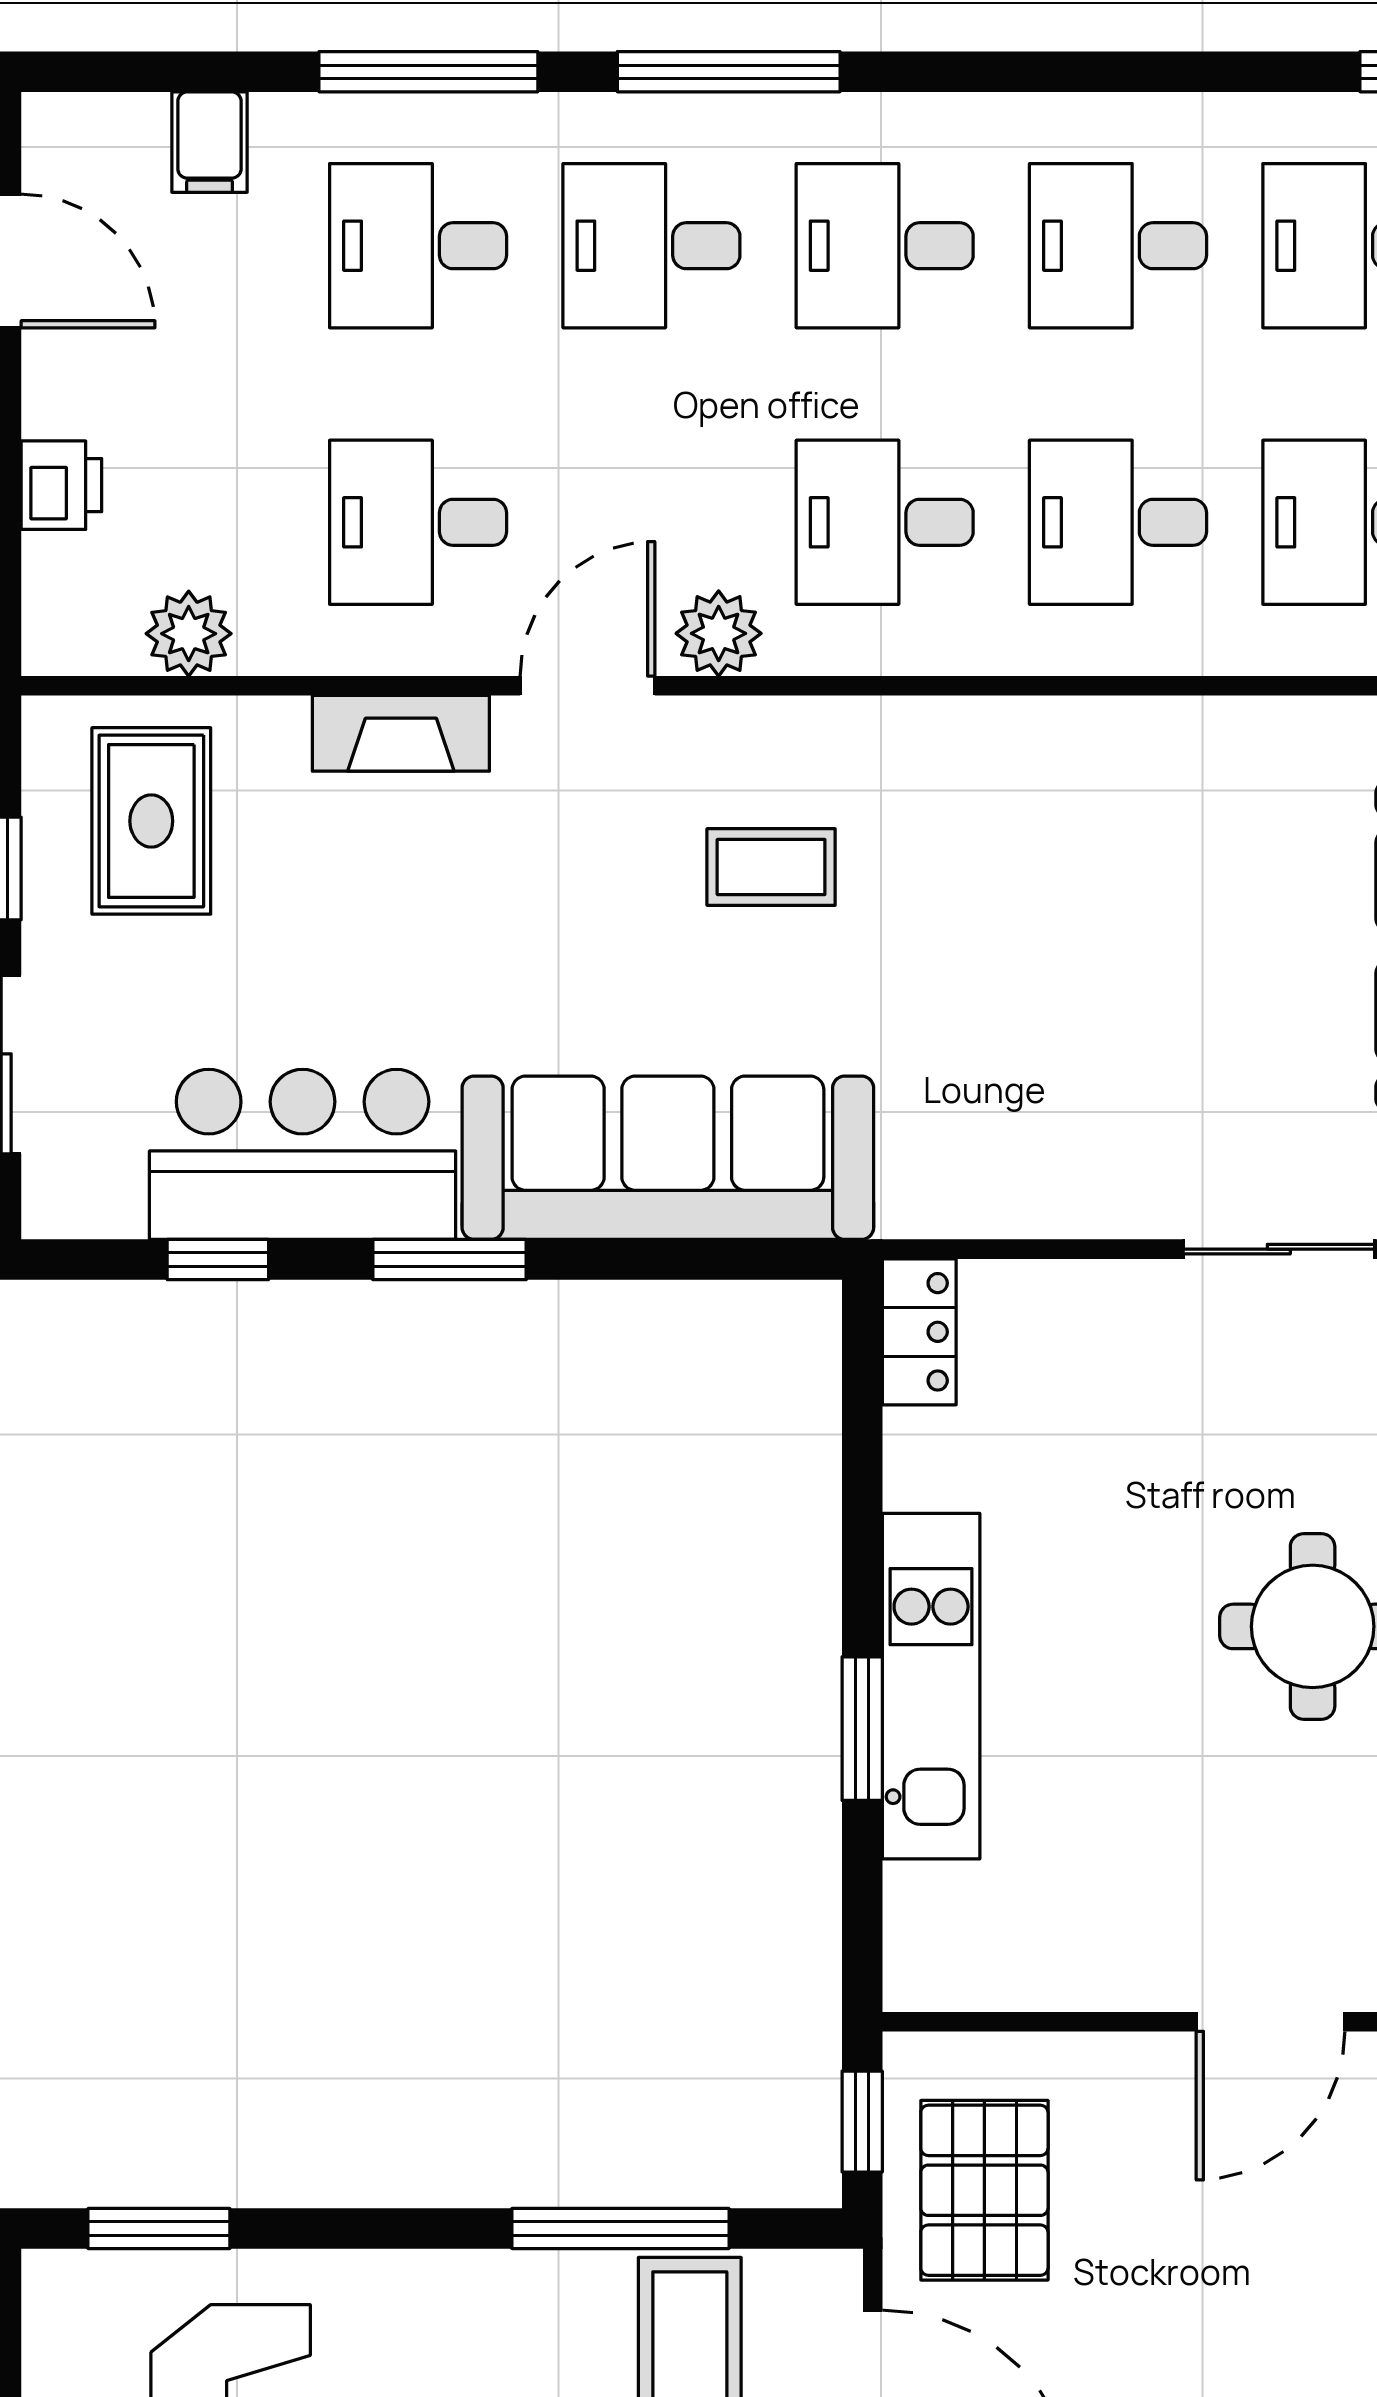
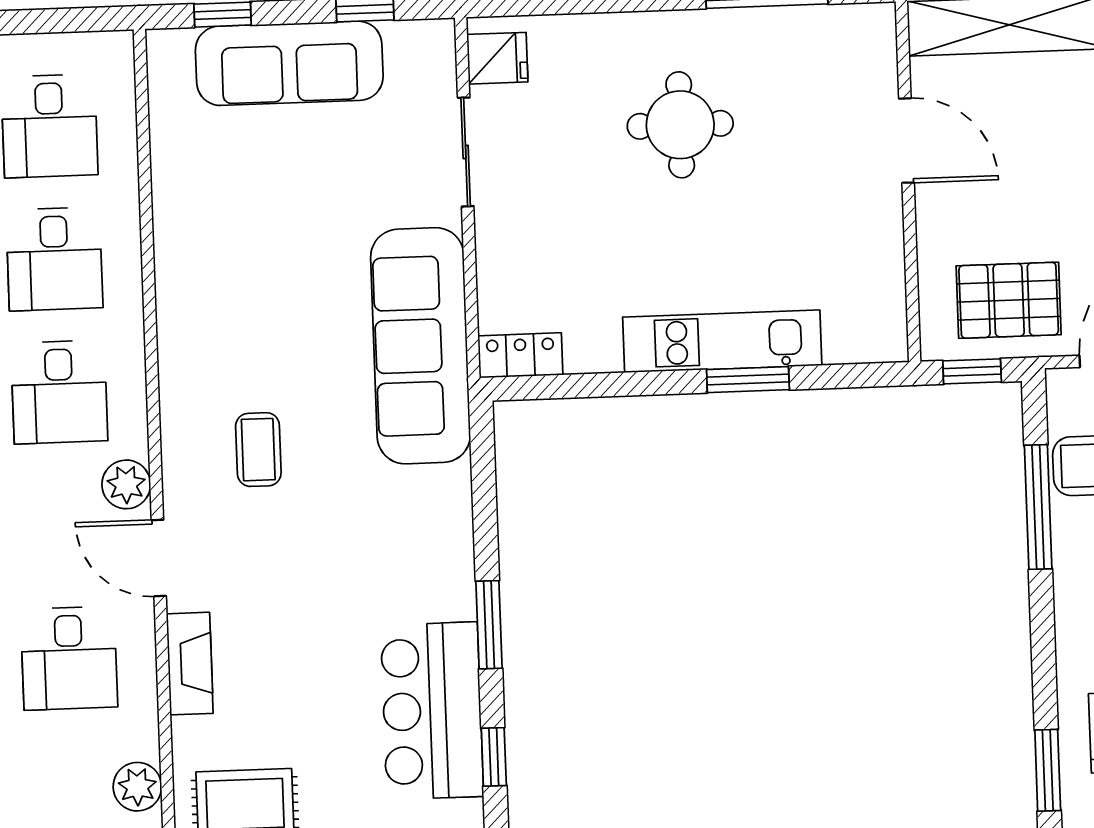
sofa: (668, 1158) -> (421, 346), moved

